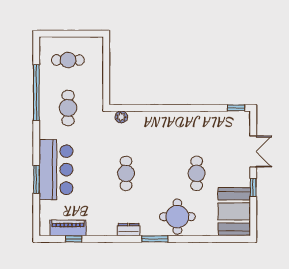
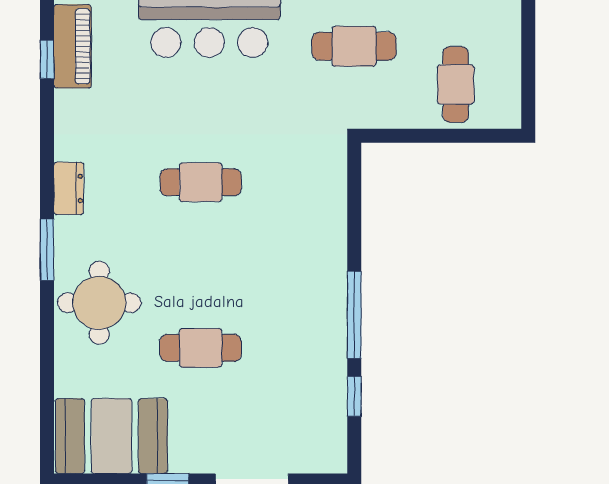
cafe table: (68, 60) -> (456, 84), moved
window: (183, 108) -> (354, 315), added
window: (236, 108) -> (354, 396), moved
plant: (121, 117) -> (333, 171), removed

